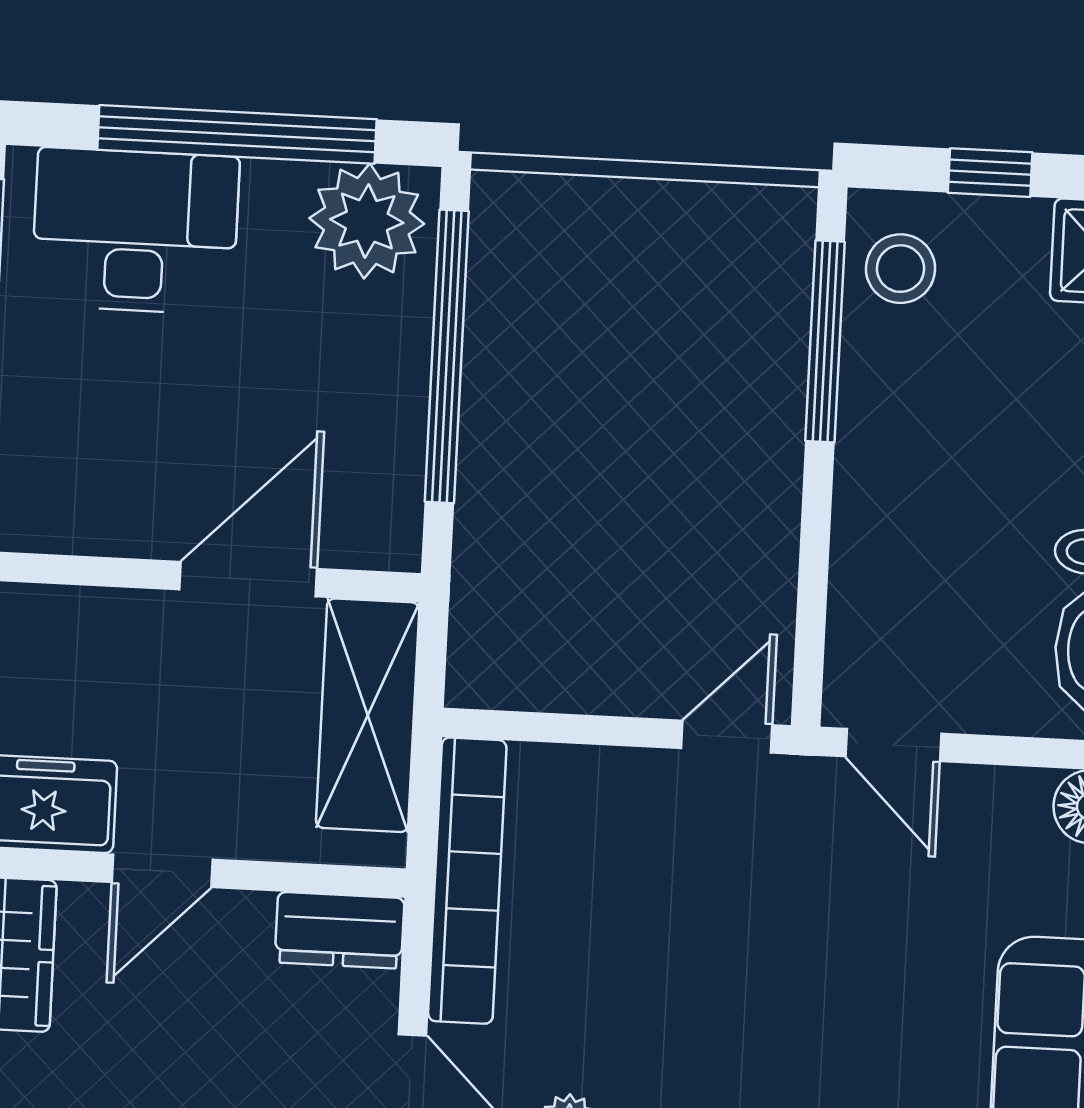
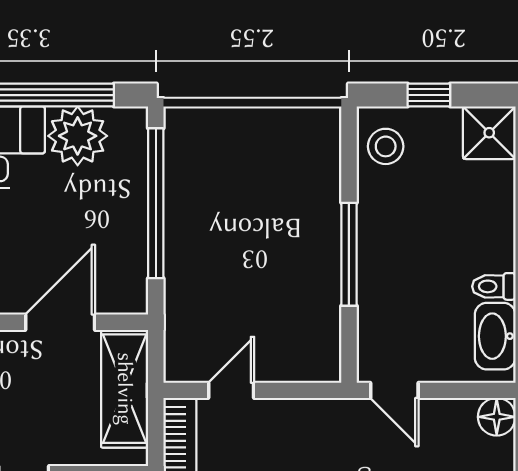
plant: (367, 221) -> (78, 136), moved
window: (825, 341) -> (349, 254), moved
door: (727, 737) -> (231, 390), moved

